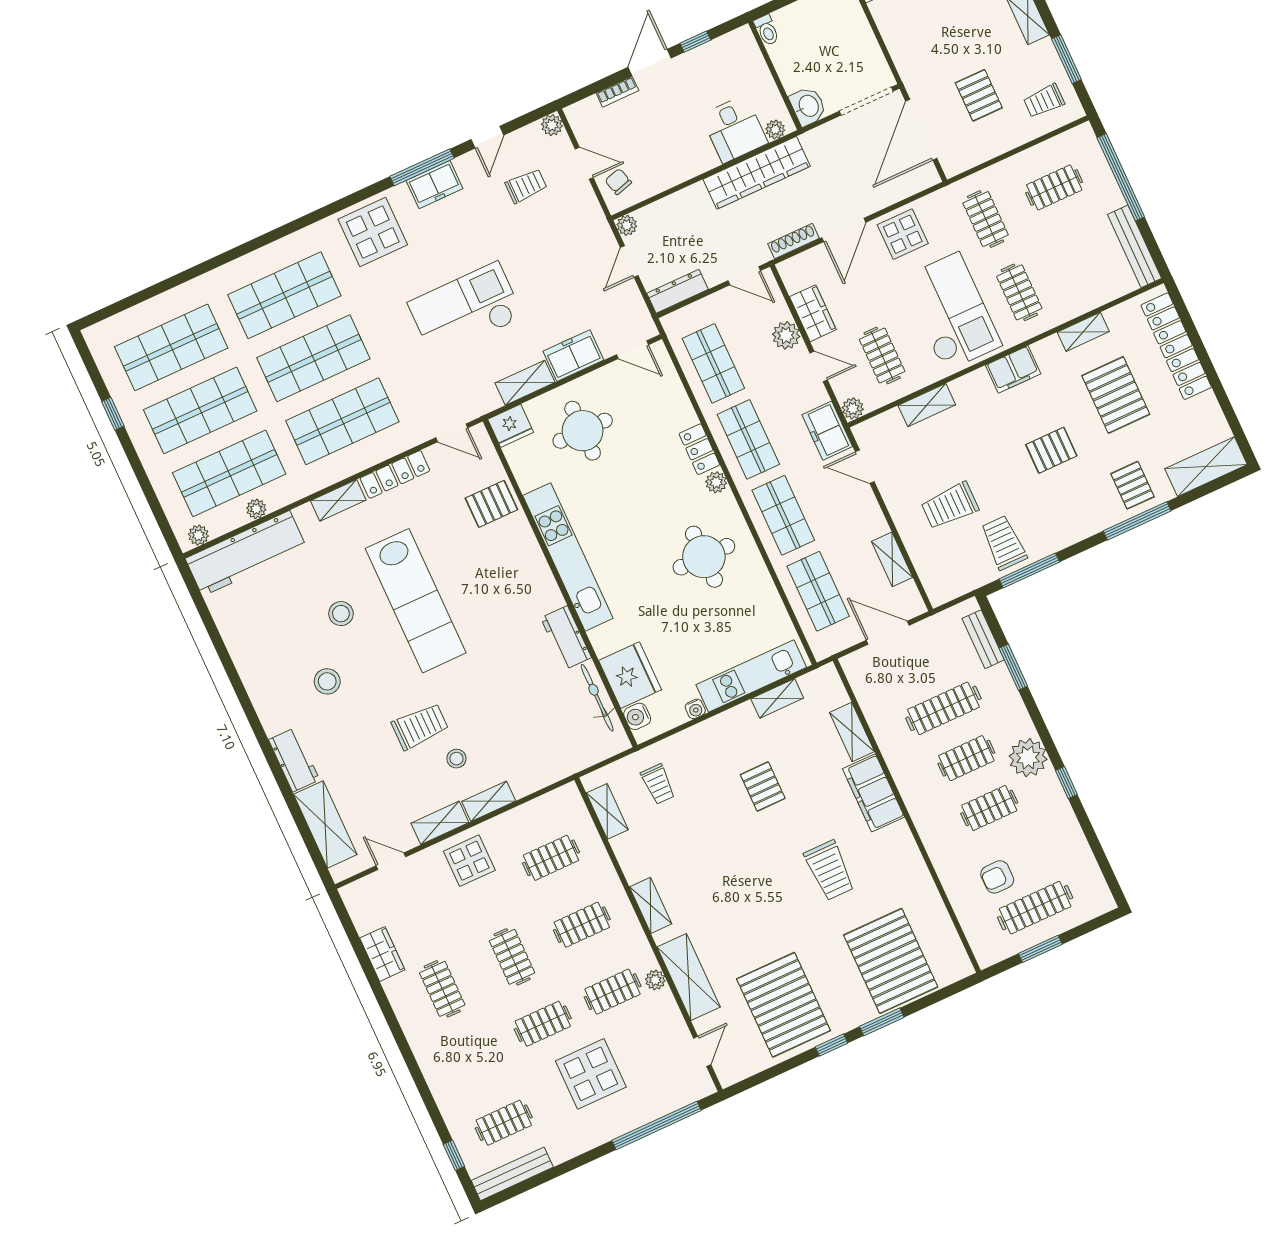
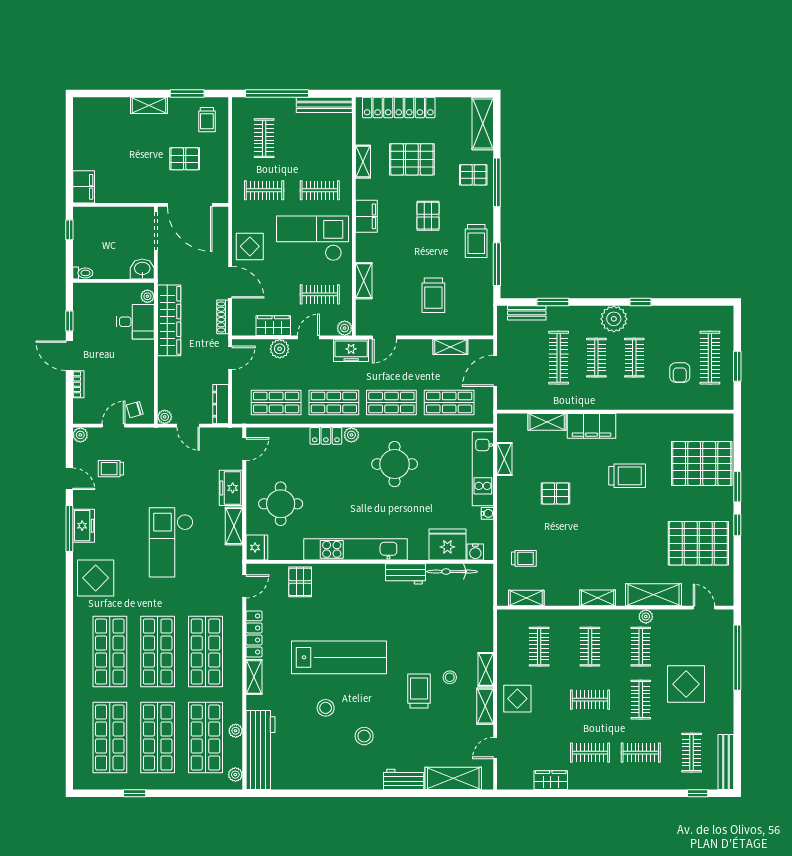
trolley: (526, 186) -> (111, 469), turned -90
trolley: (1004, 543) -> (476, 241), moved, turned -90
clothes rail: (473, 1056) -> (641, 753), added

